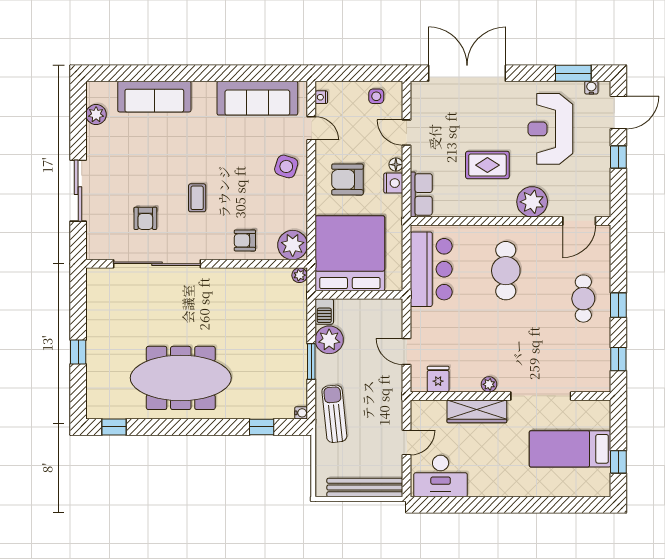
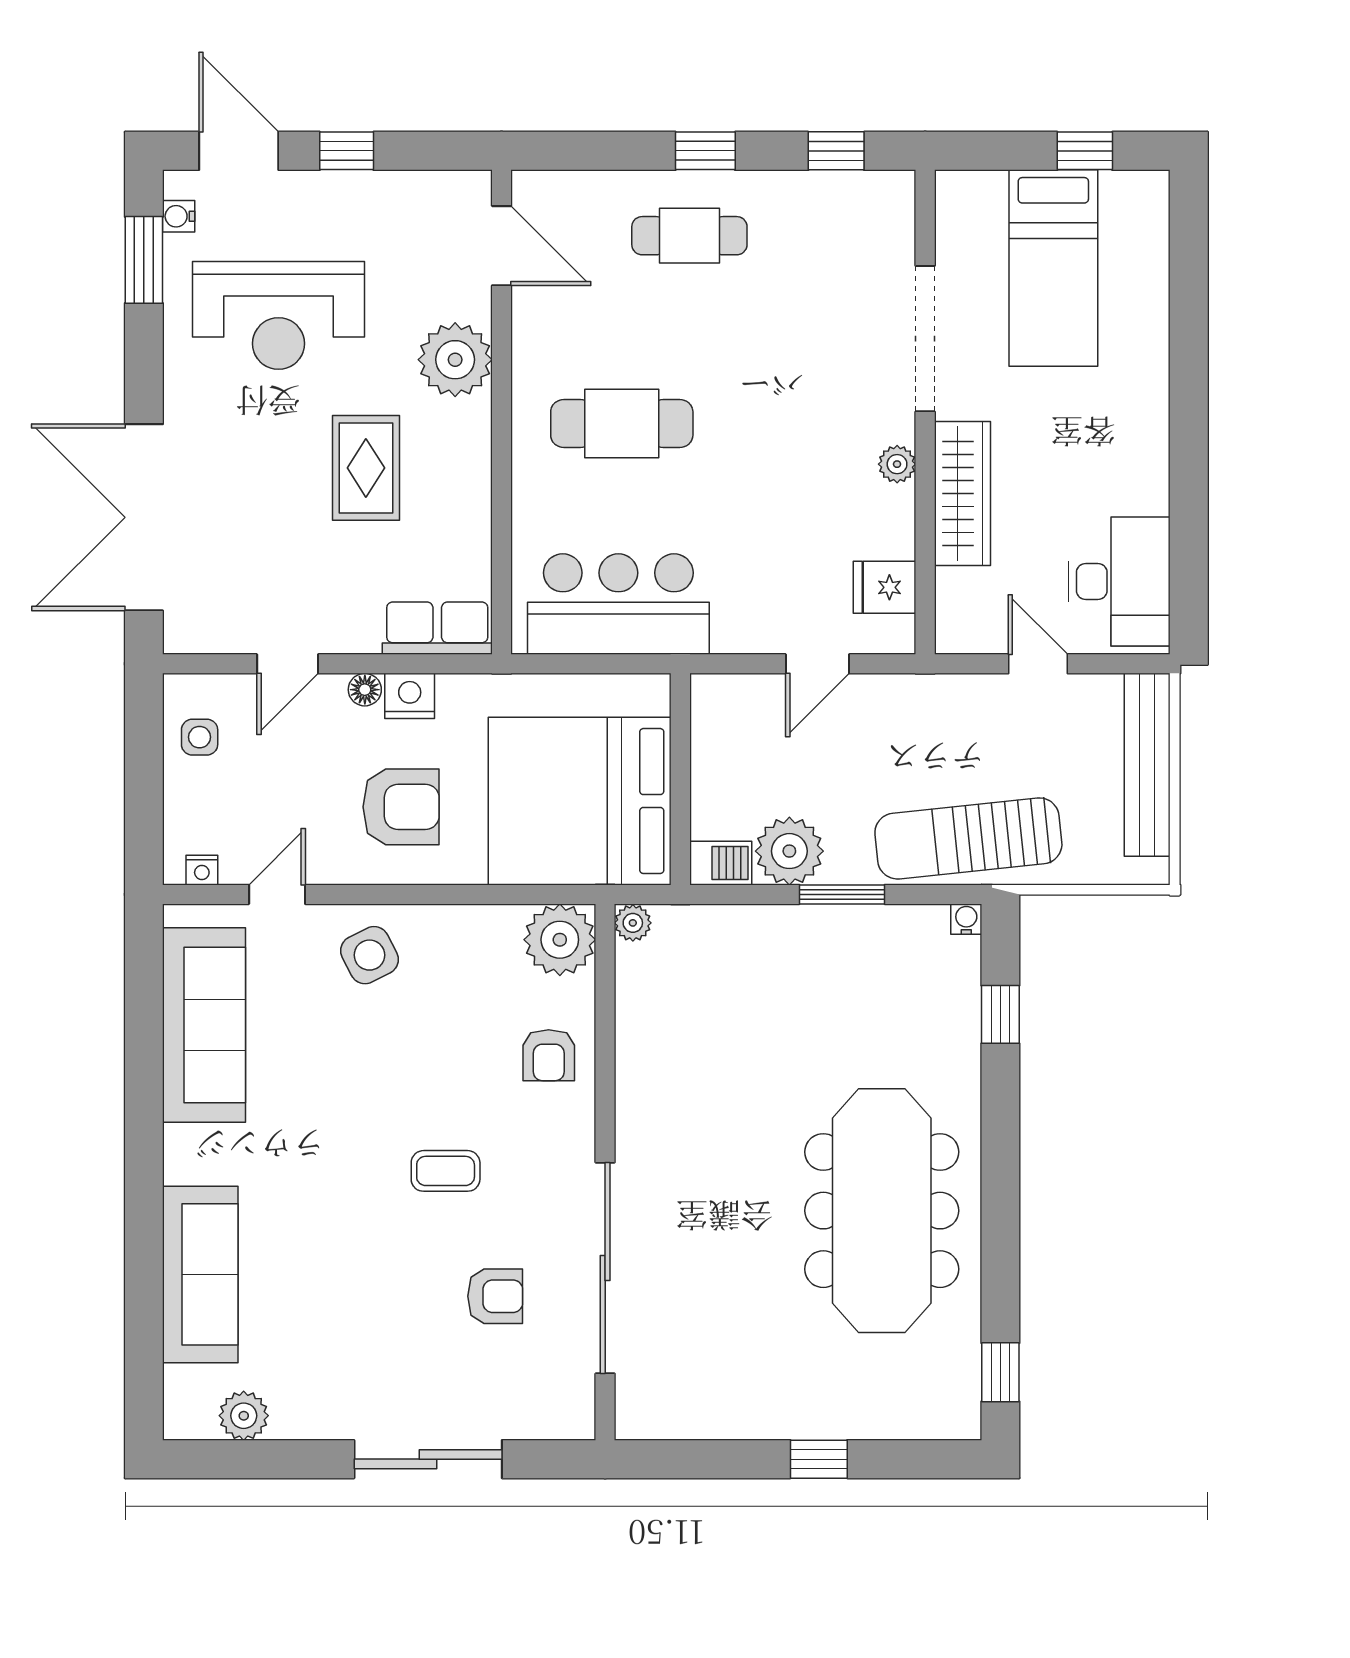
side table: (286, 166) -> (369, 955), turned 45
armchair: (347, 179) -> (401, 807), turned -90
sun lounger: (334, 414) -> (968, 838), width x1.36, depth x1.34

